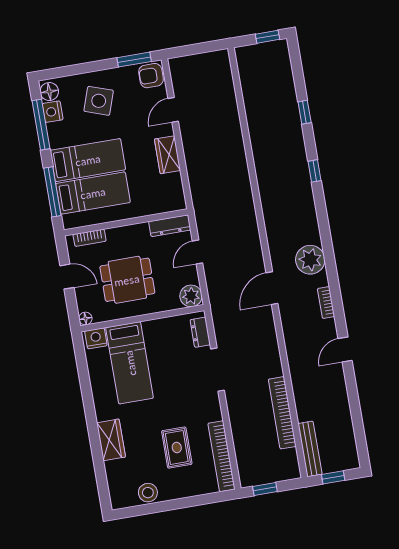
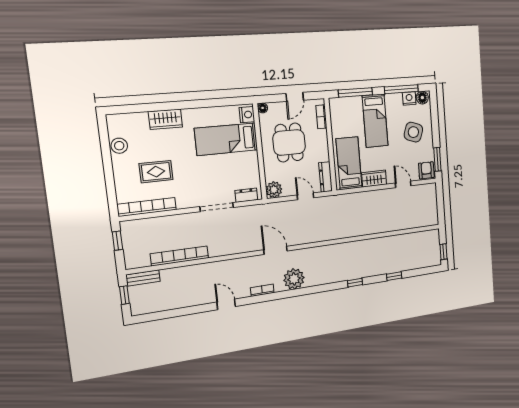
bed: (93, 193) -> (349, 163), moved, turned 180
bench: (310, 449) -> (143, 278), width x0.73

